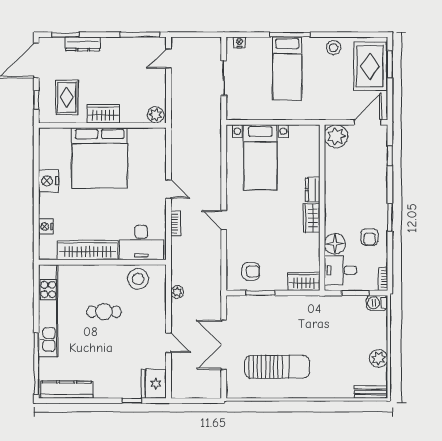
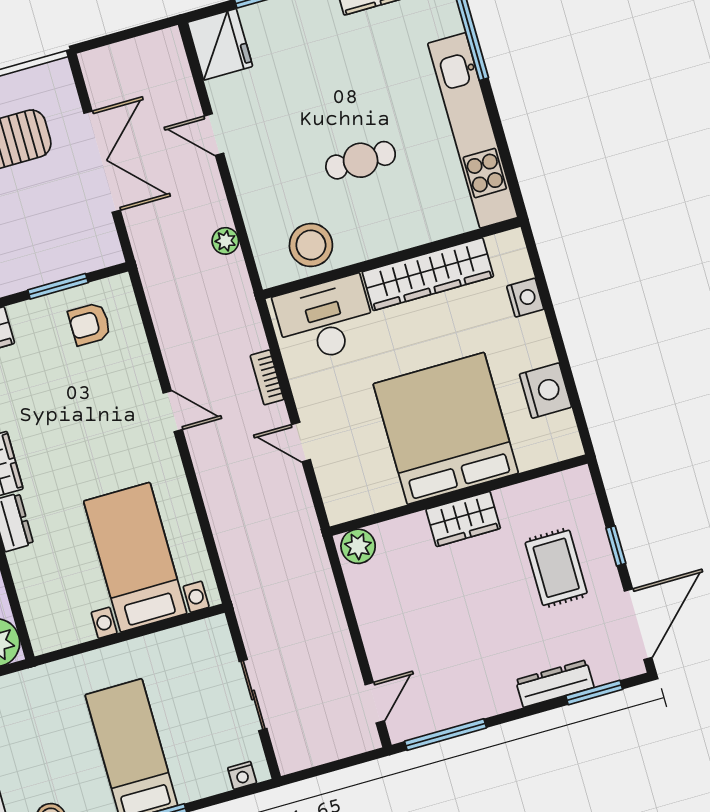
wardrobe: (103, 114) -> (463, 519), moved
plant: (156, 115) -> (358, 546), moved
wall: (102, 125) -> (459, 495), moved
bed: (100, 158) -> (446, 428), moved

